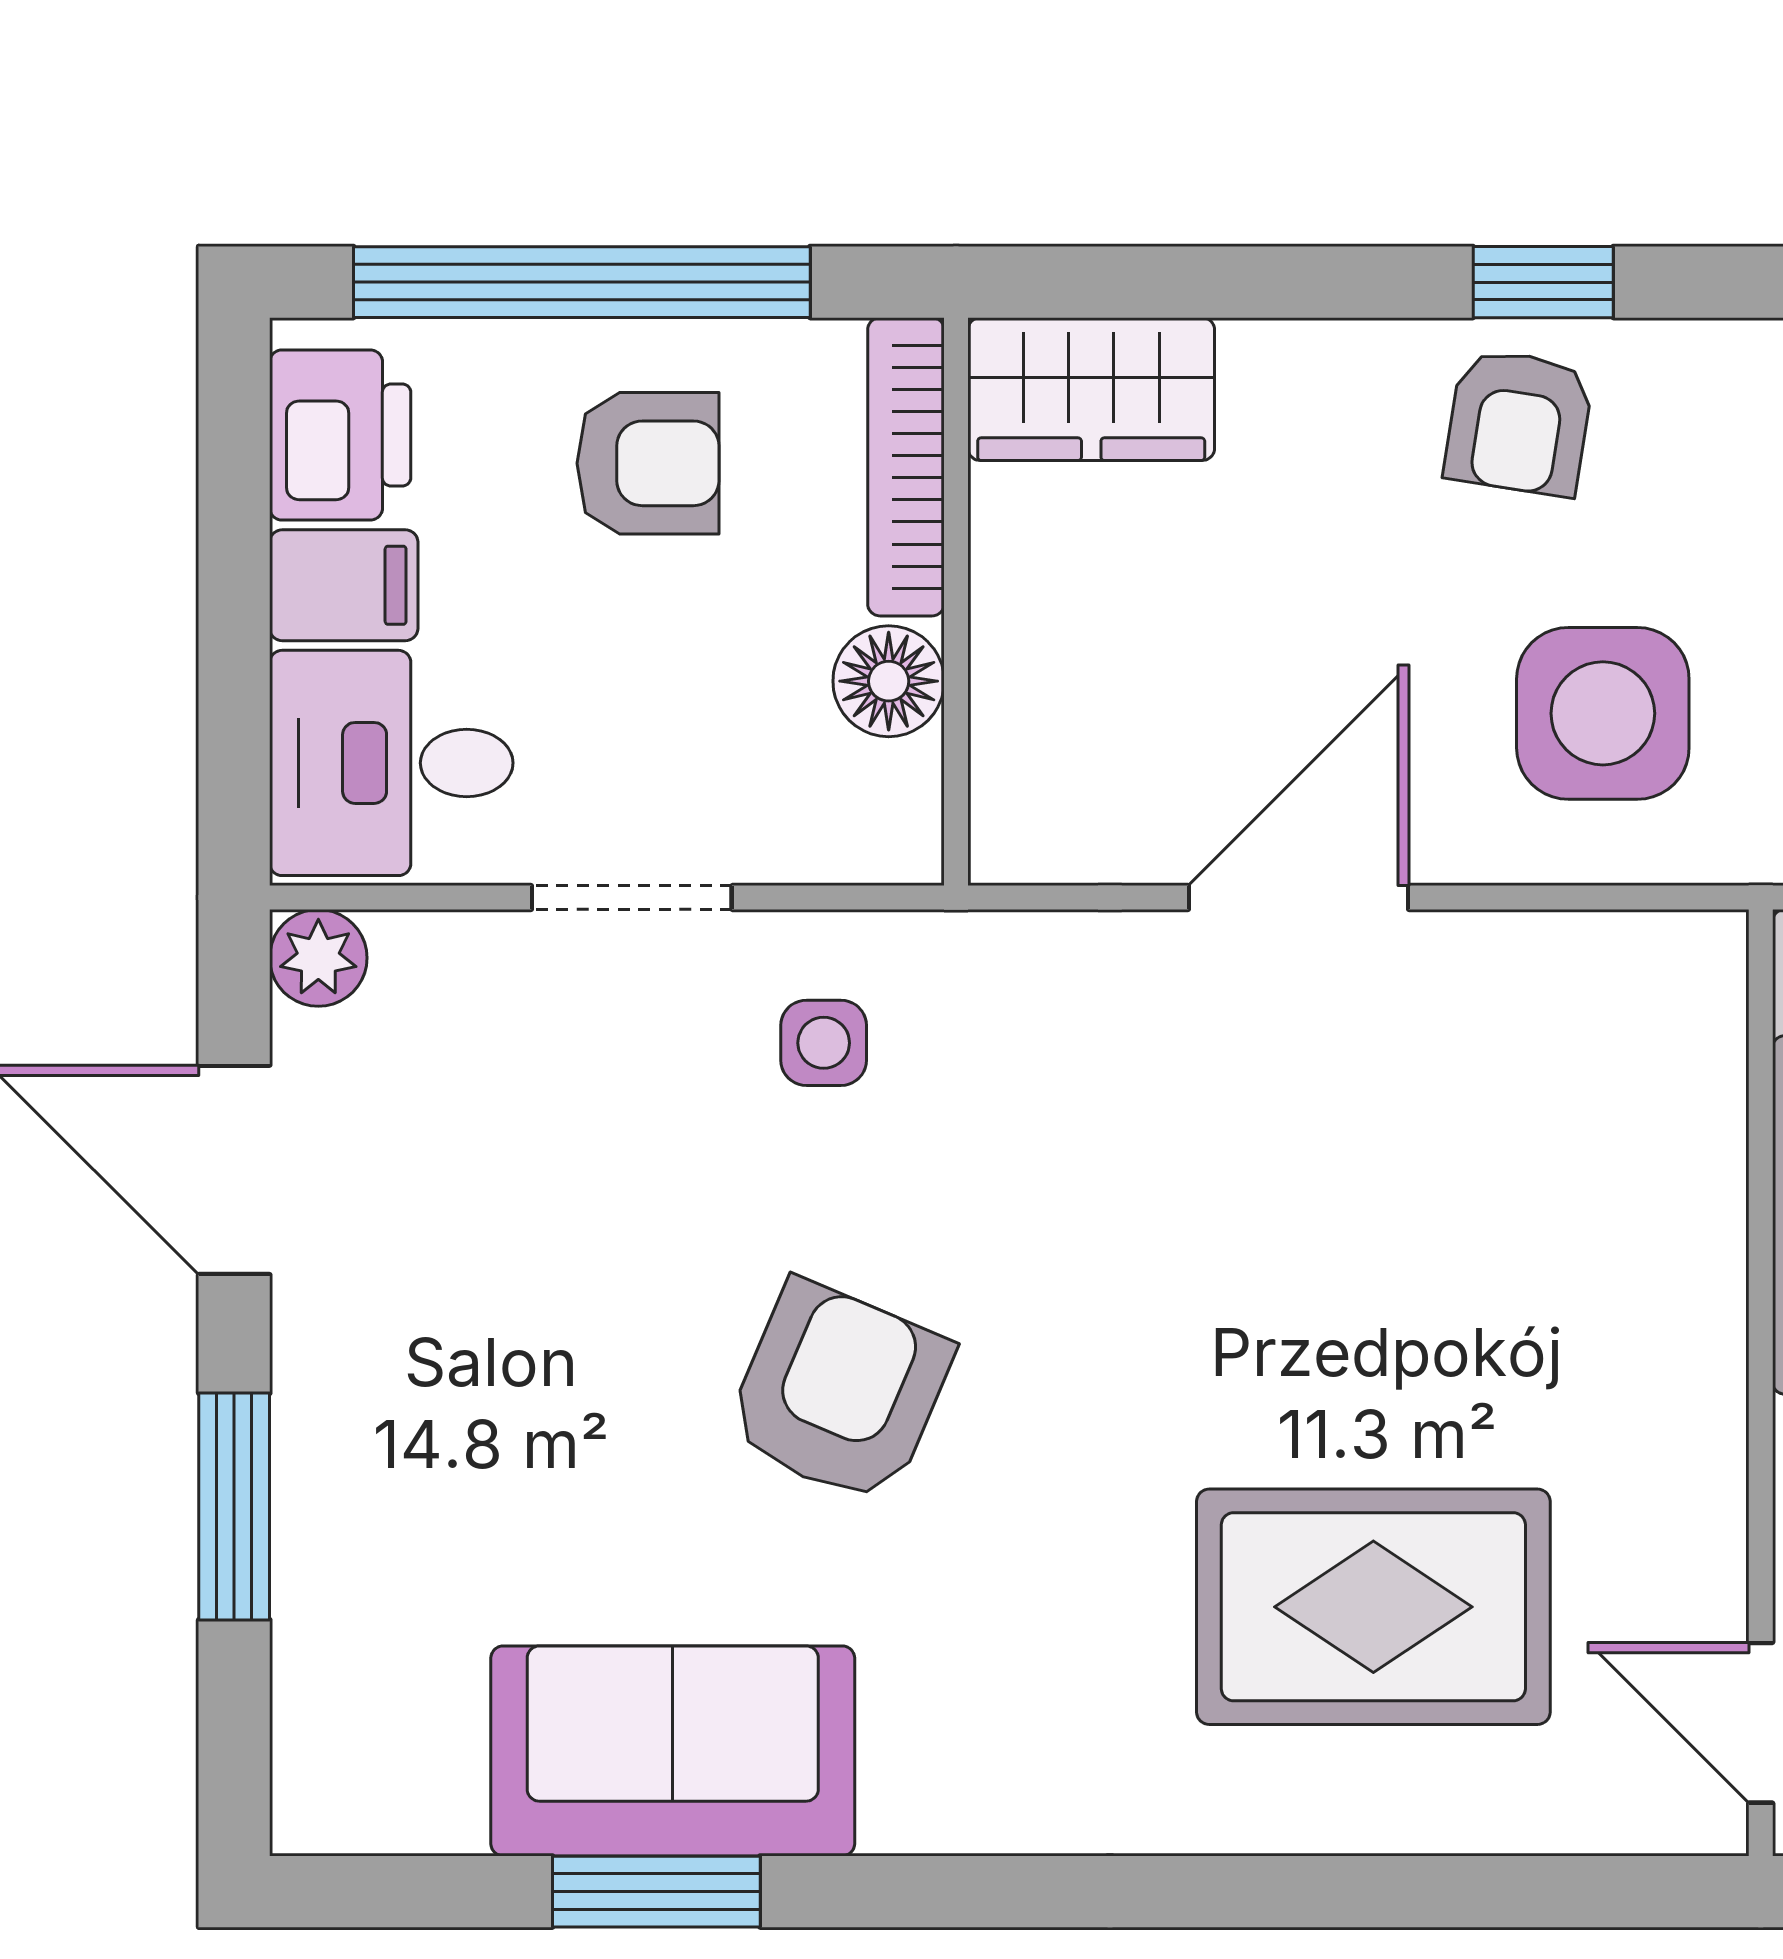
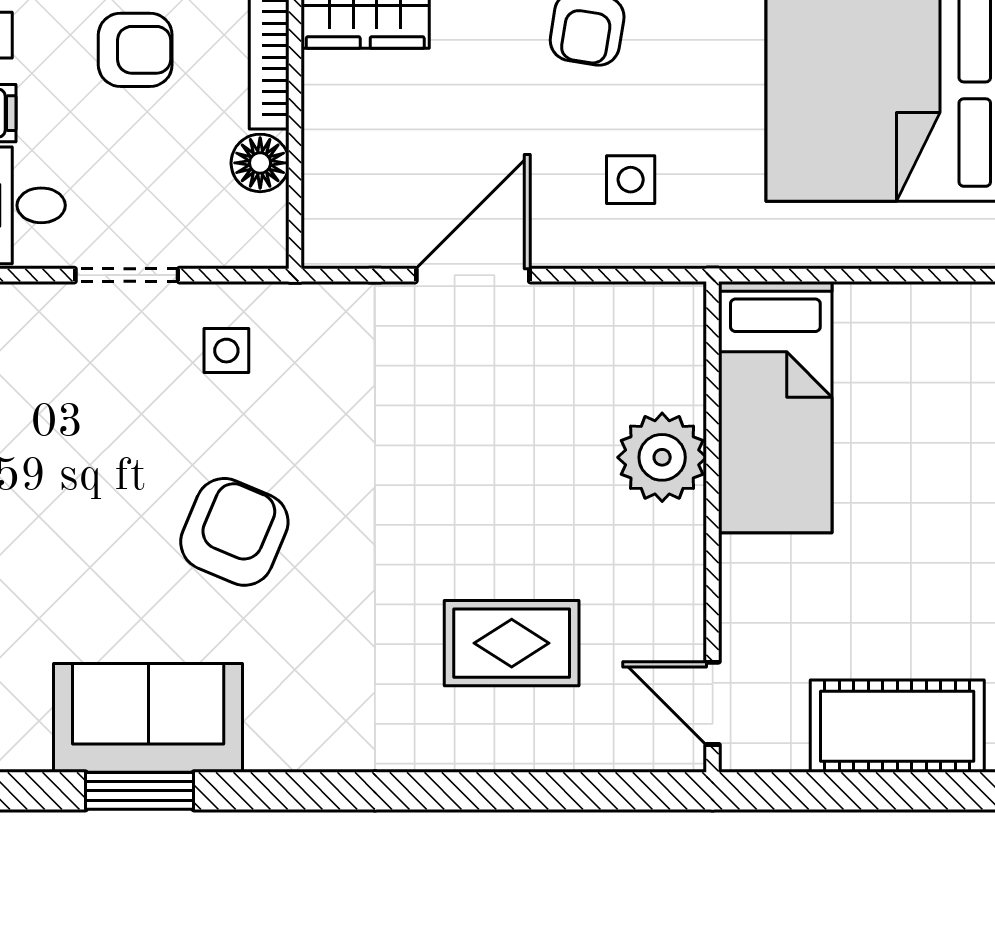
side table: (1603, 713) -> (631, 180), width x0.54, depth x0.54
plant: (1663, 1249) -> (662, 457), added
rug: (1373, 1607) -> (512, 643), width x0.73, depth x0.70

